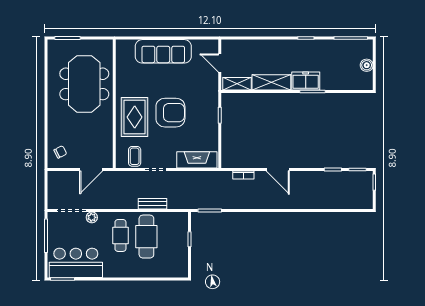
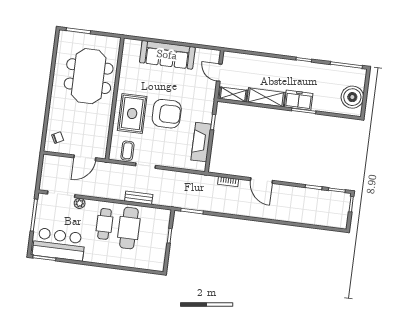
boiler: (367, 65) -> (352, 97), width x1.86, depth x1.86
fireplace: (197, 160) -> (201, 142), moved, turned -90

